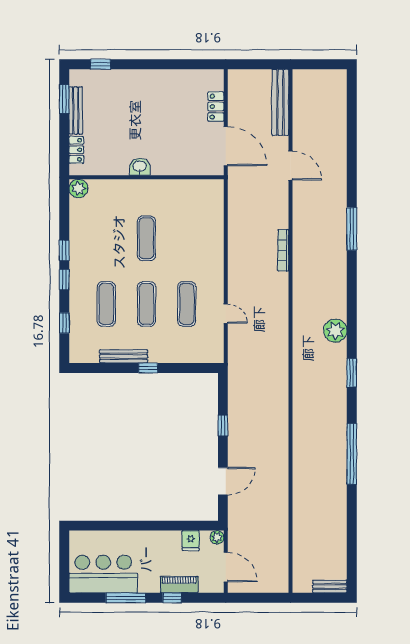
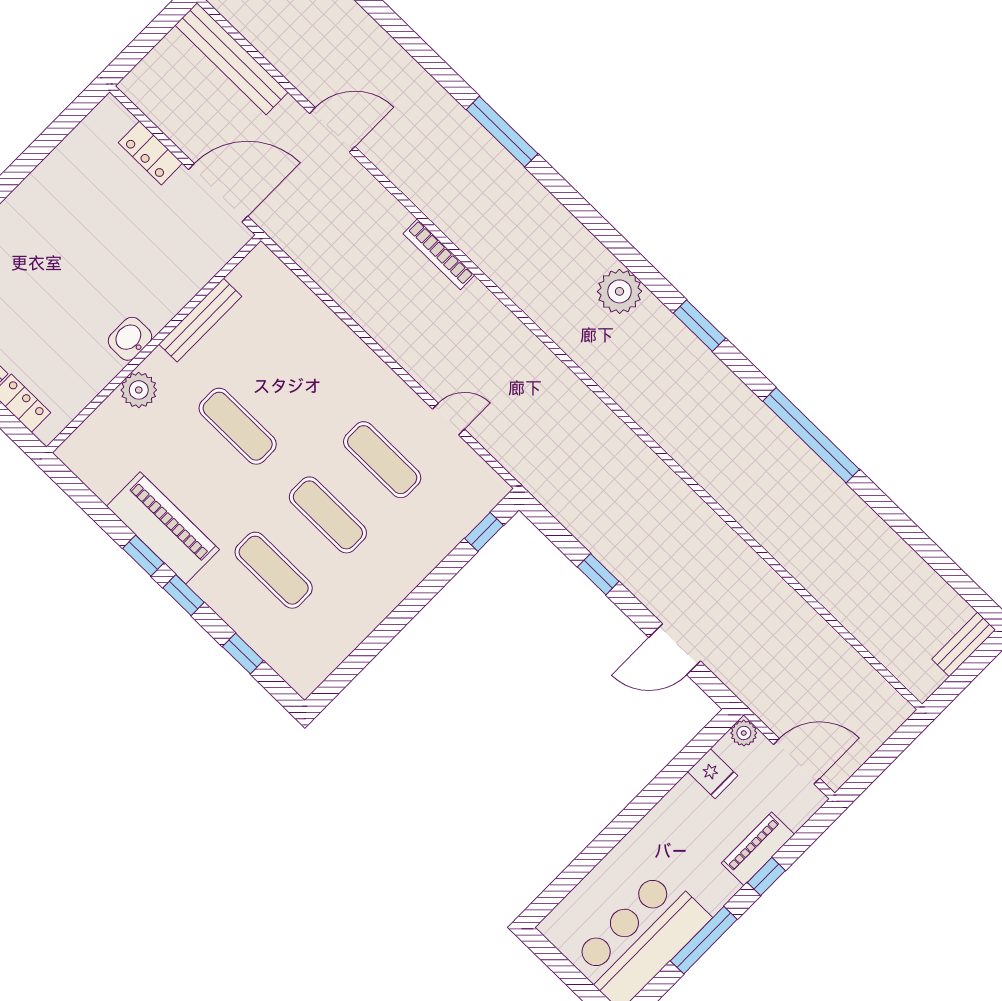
plant: (78, 188) -> (139, 390), moved
piano: (82, 248) -> (163, 528), added
bench: (124, 356) -> (200, 320), moved
window: (148, 368) -> (484, 532), moved
door: (223, 481) -> (675, 649), swing flipped

